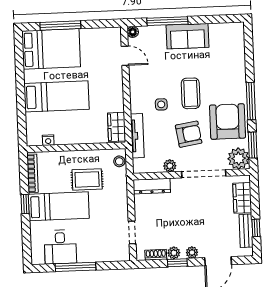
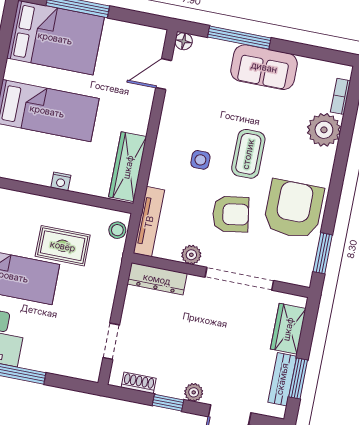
bookcase: (240, 43) -> (341, 96), added
door: (125, 56) -> (164, 74), swing flipped
window: (251, 101) -> (336, 187), removed
wardrobe: (117, 127) -> (128, 167), width x1.50
tv unit: (137, 136) -> (149, 222), moved
nightstand: (48, 140) -> (61, 181), moved
plant: (239, 158) -> (324, 130), moved
window: (256, 228) -> (298, 378), width x1.50
plant: (174, 253) -> (166, 387), removed

